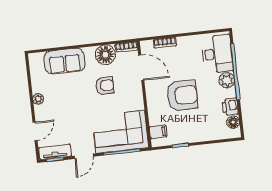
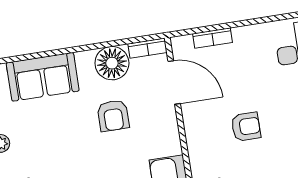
armchair: (105, 85) -> (113, 116), turned 90
armchair: (182, 95) -> (246, 127), width x0.53, depth x0.53

